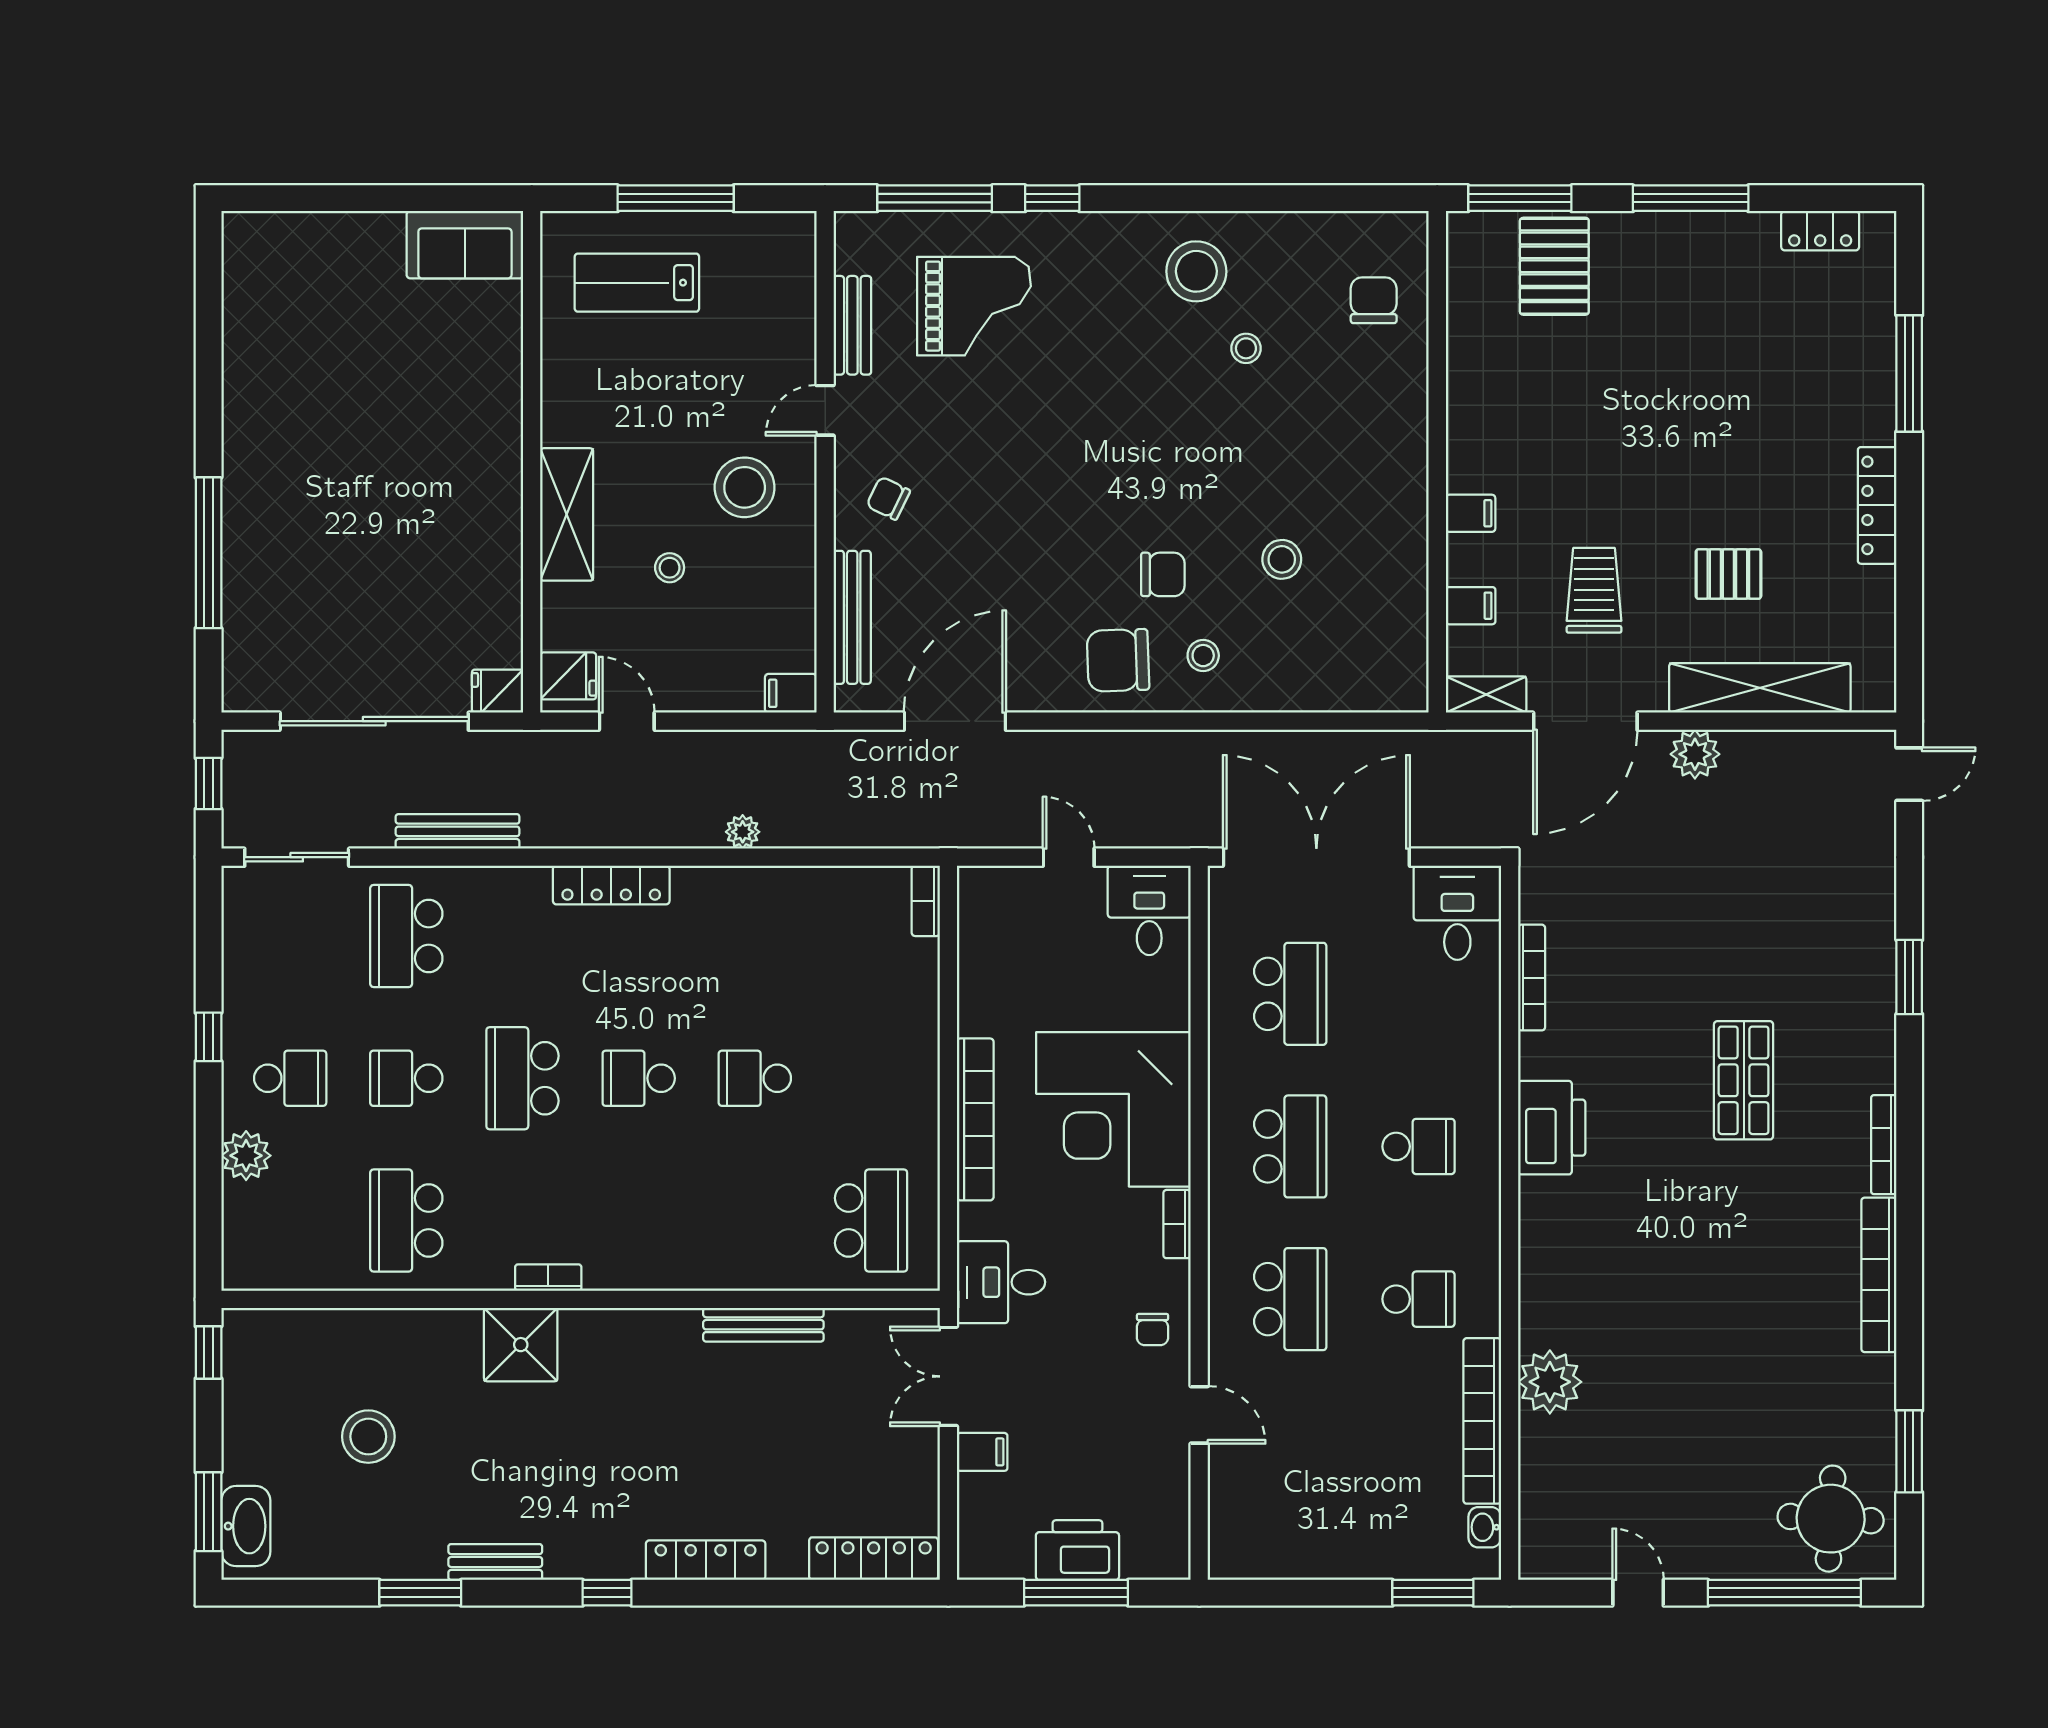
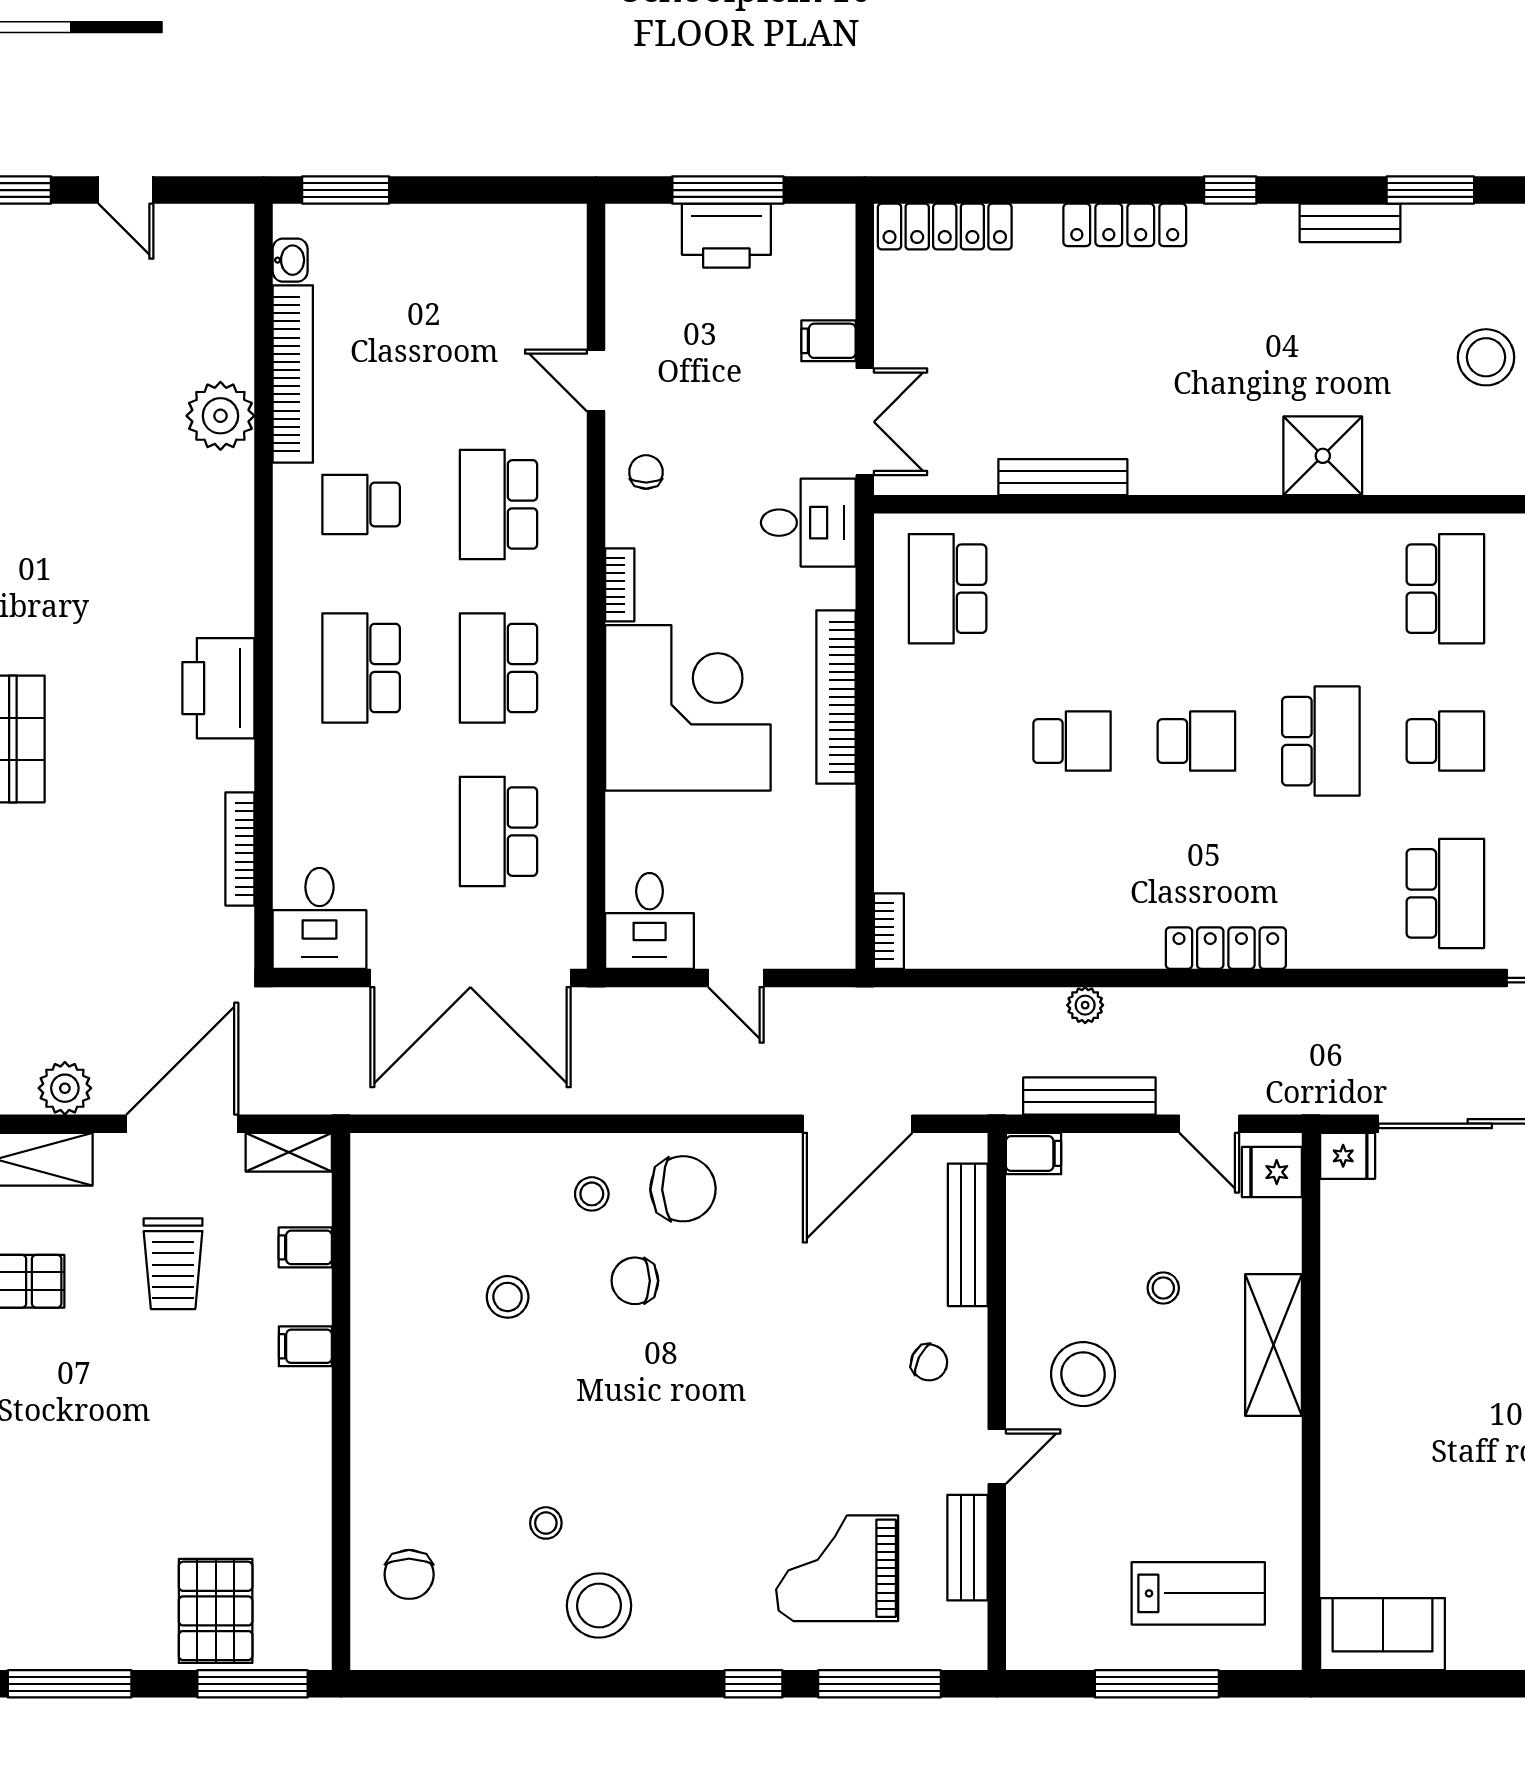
bench: (458, 831) -> (1089, 1096), moved
school desk: (1418, 1146) -> (361, 668), width x1.85
bookcase: (548, 1278) -> (1293, 528), removed

